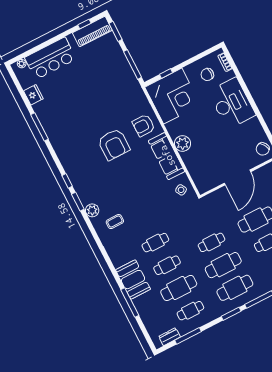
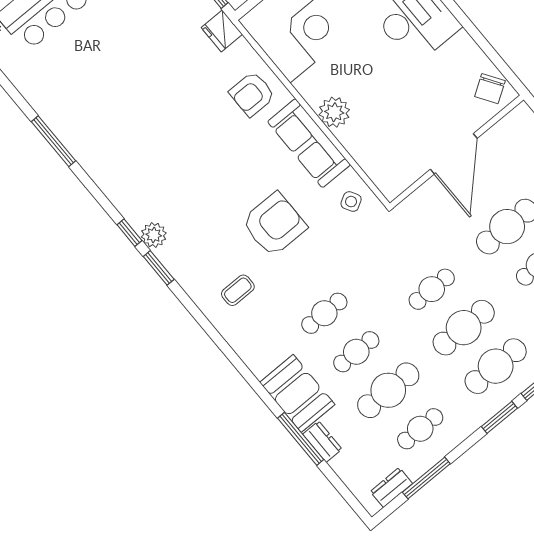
fridge: (33, 95) -> (222, 31), moved, turned 180
armchair: (114, 144) -> (274, 224), moved, turned -90
plant: (92, 210) -> (154, 235), moved
dresser: (140, 306) -> (322, 442), added

